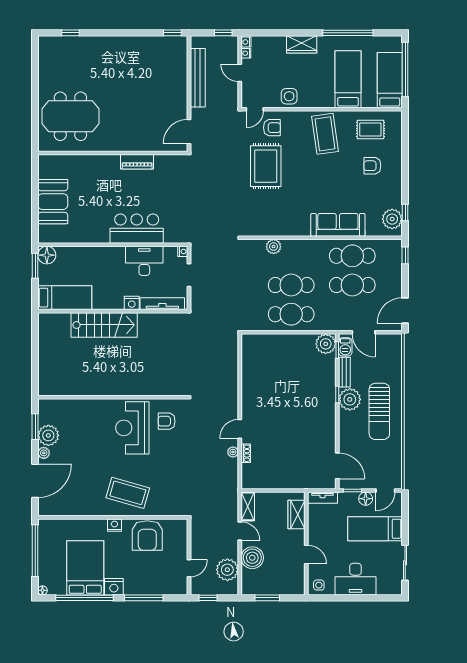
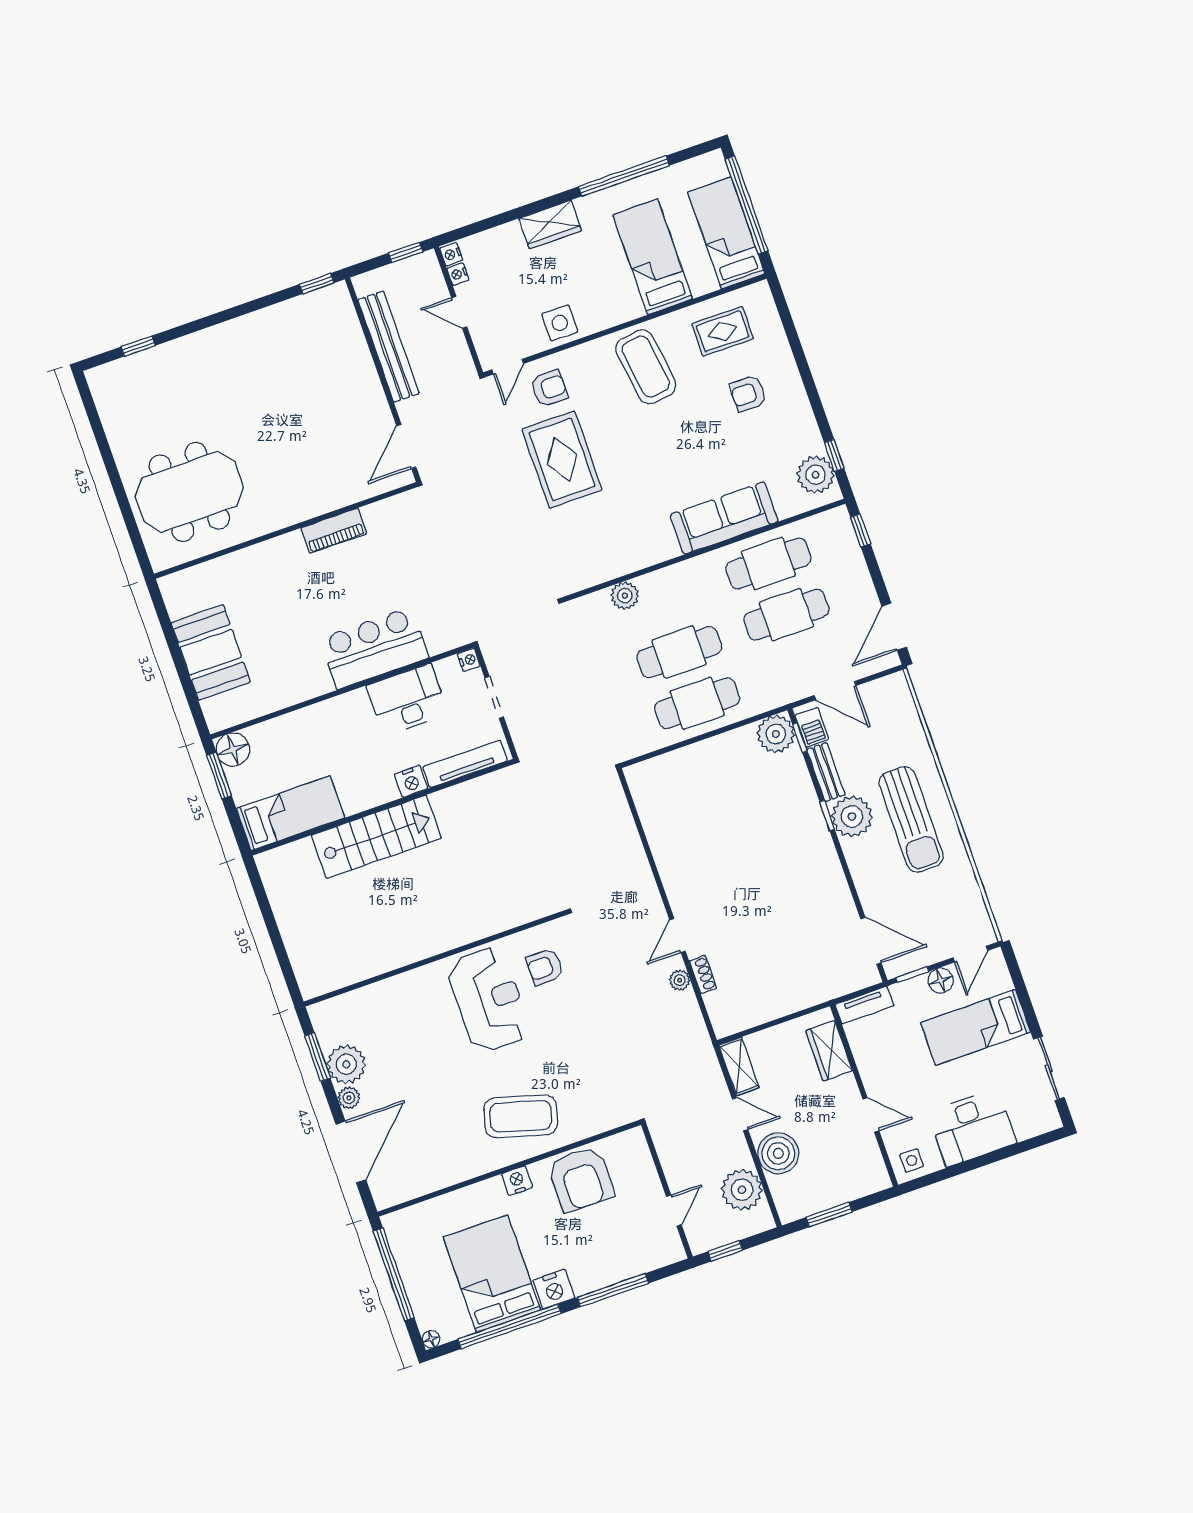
reception desk: (132, 428) -> (489, 1000), turned 180

